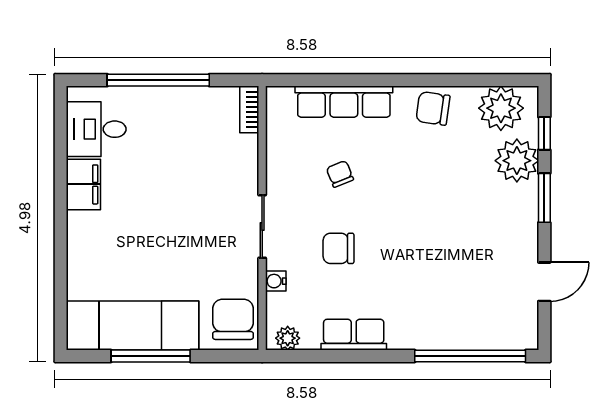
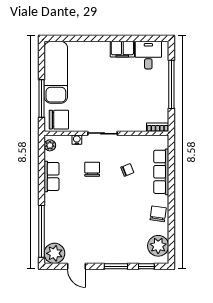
plant: (517, 161) -> (54, 253), moved
window: (151, 356) -> (42, 99), moved

